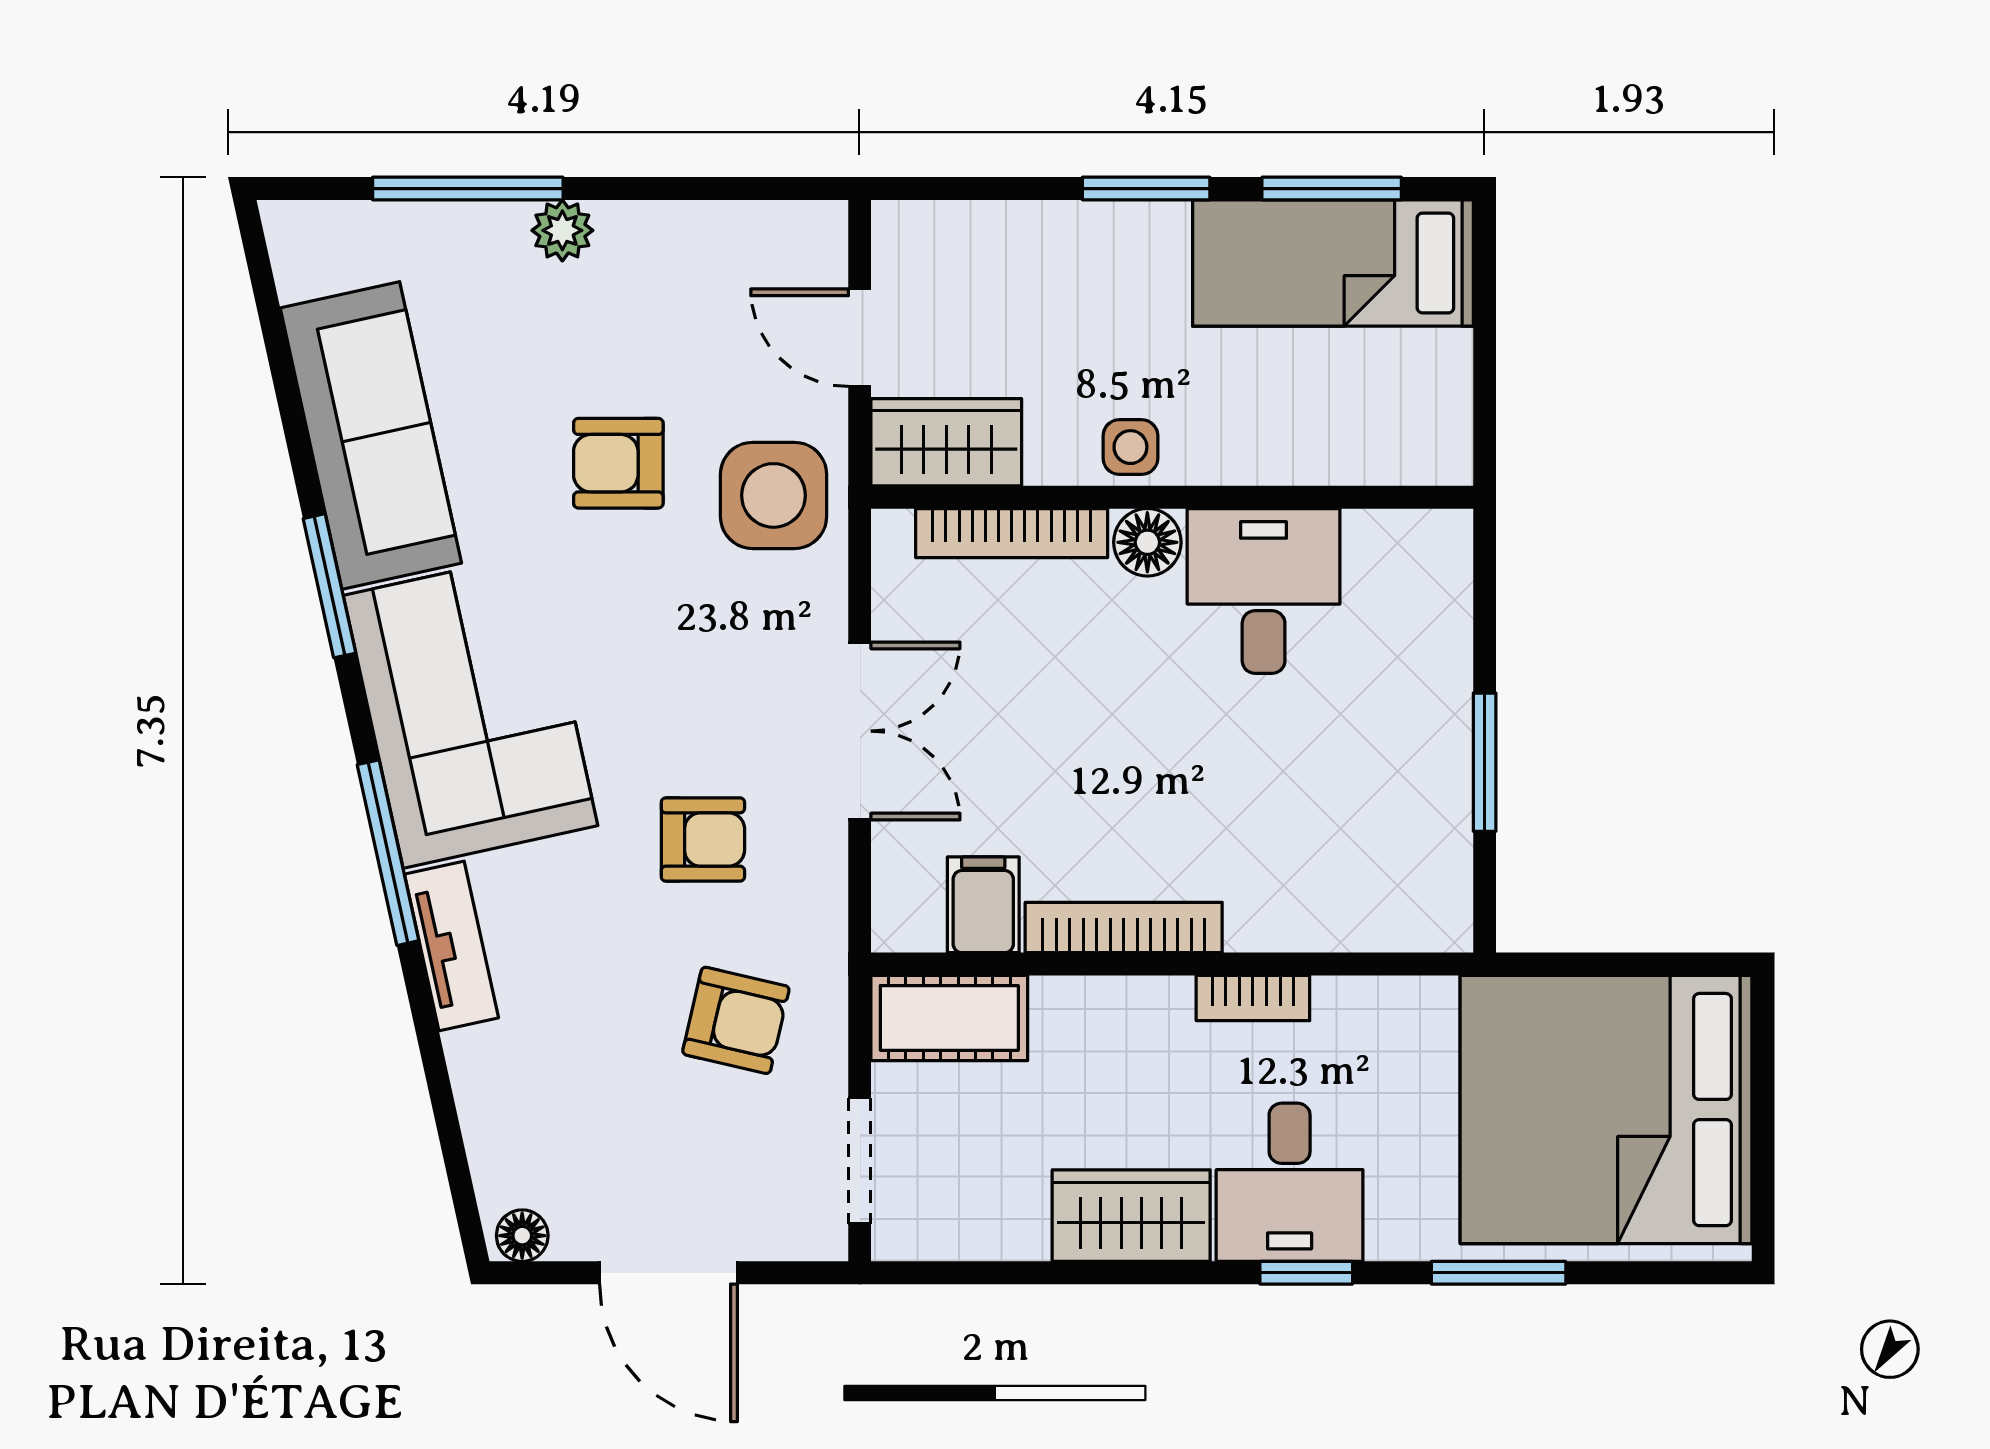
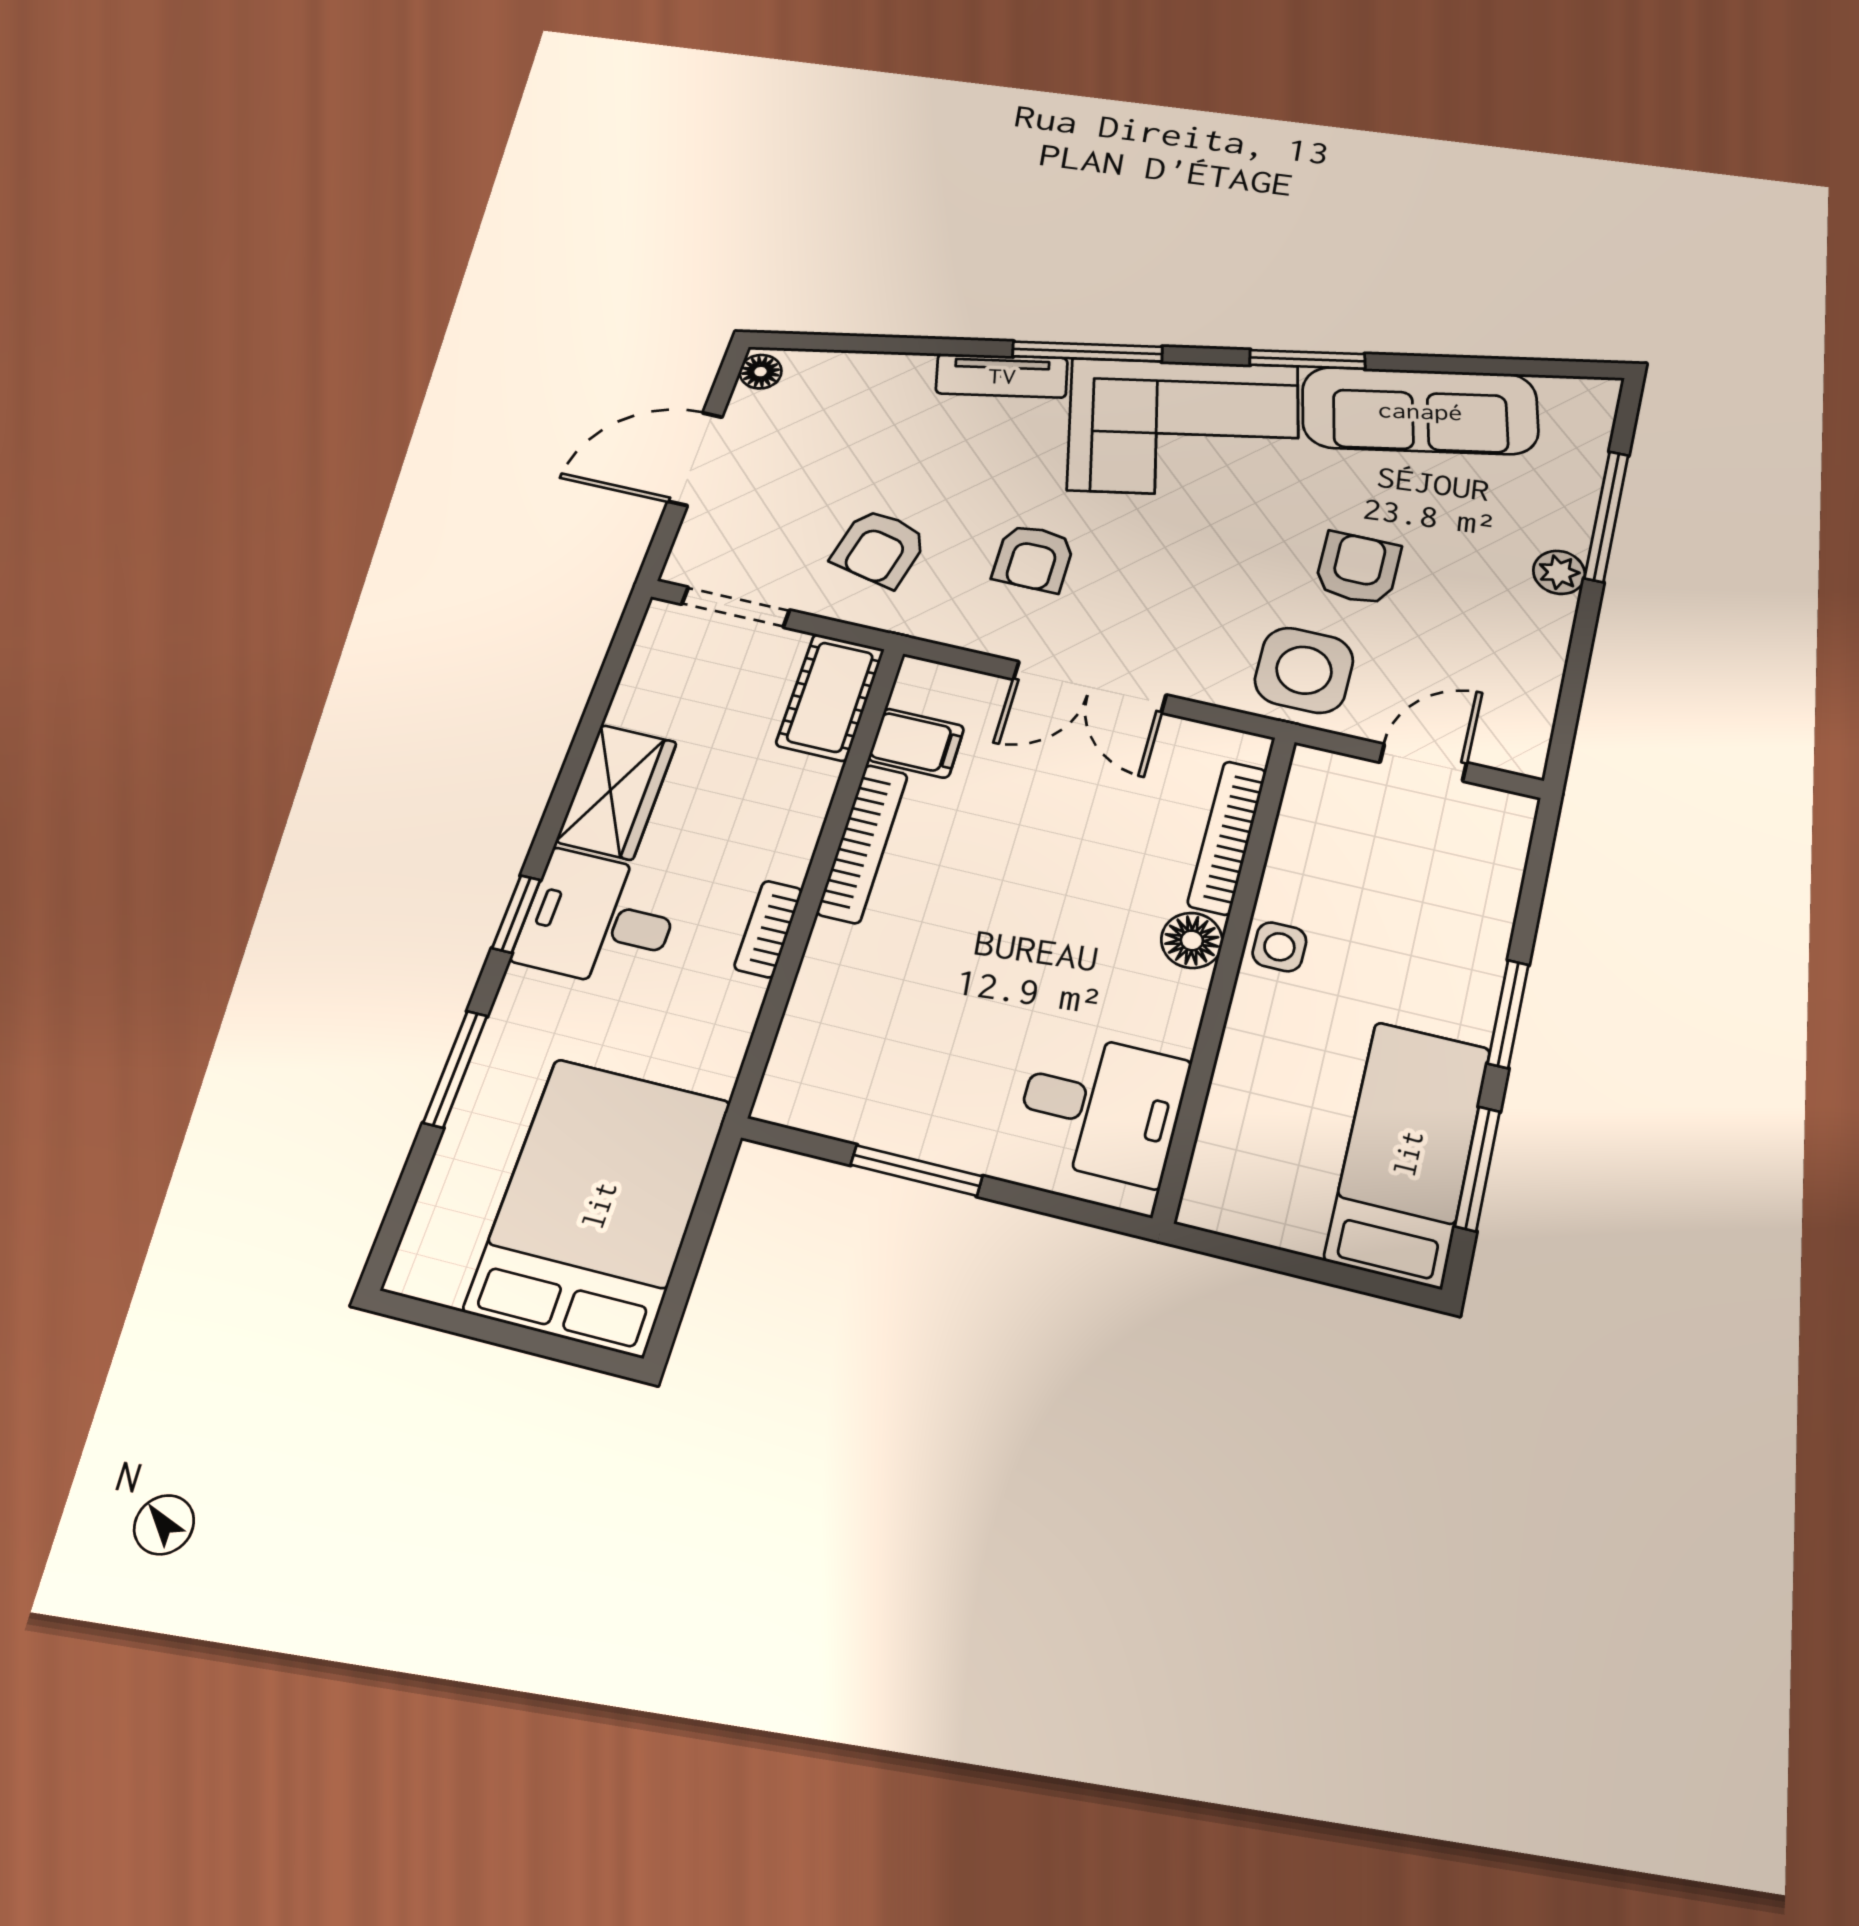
wardrobe: (946, 442) -> (1318, 806), removed
desk: (1264, 591) -> (1101, 1107), moved
bed: (1606, 1110) -> (599, 1205), width x0.73

